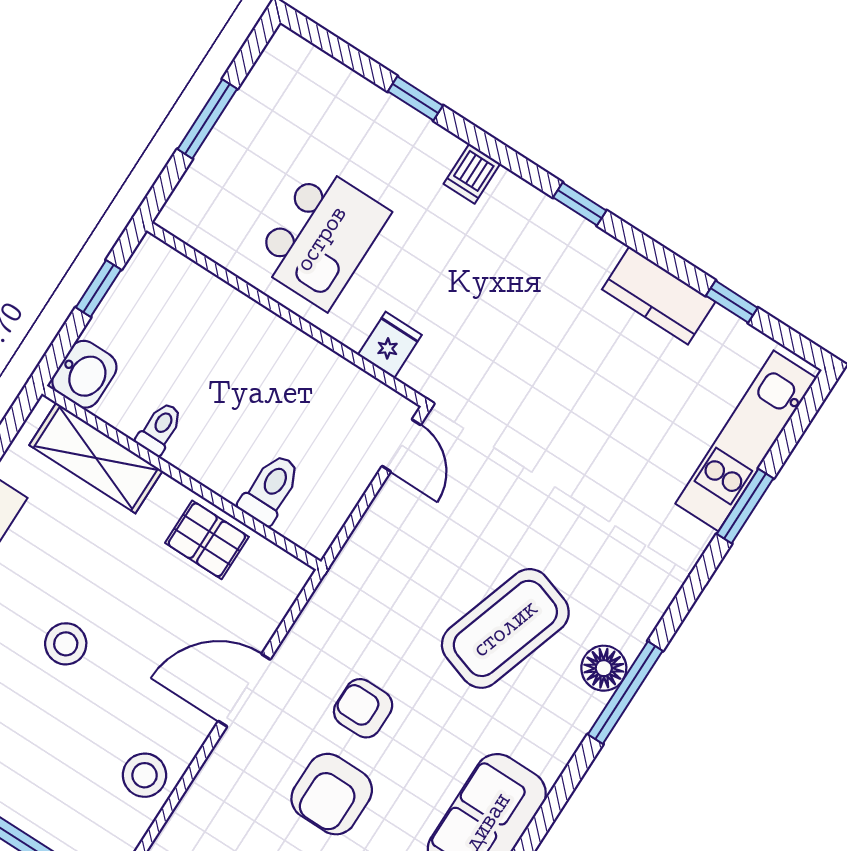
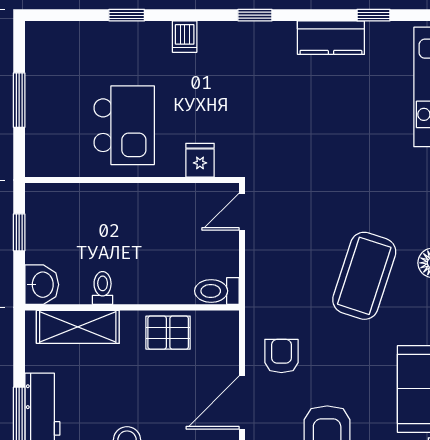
door: (401, 445) -> (242, 212), swing flipped
toilet: (270, 489) -> (217, 291), moved, turned -90
armchair: (363, 708) -> (281, 356), moved, turned 90

